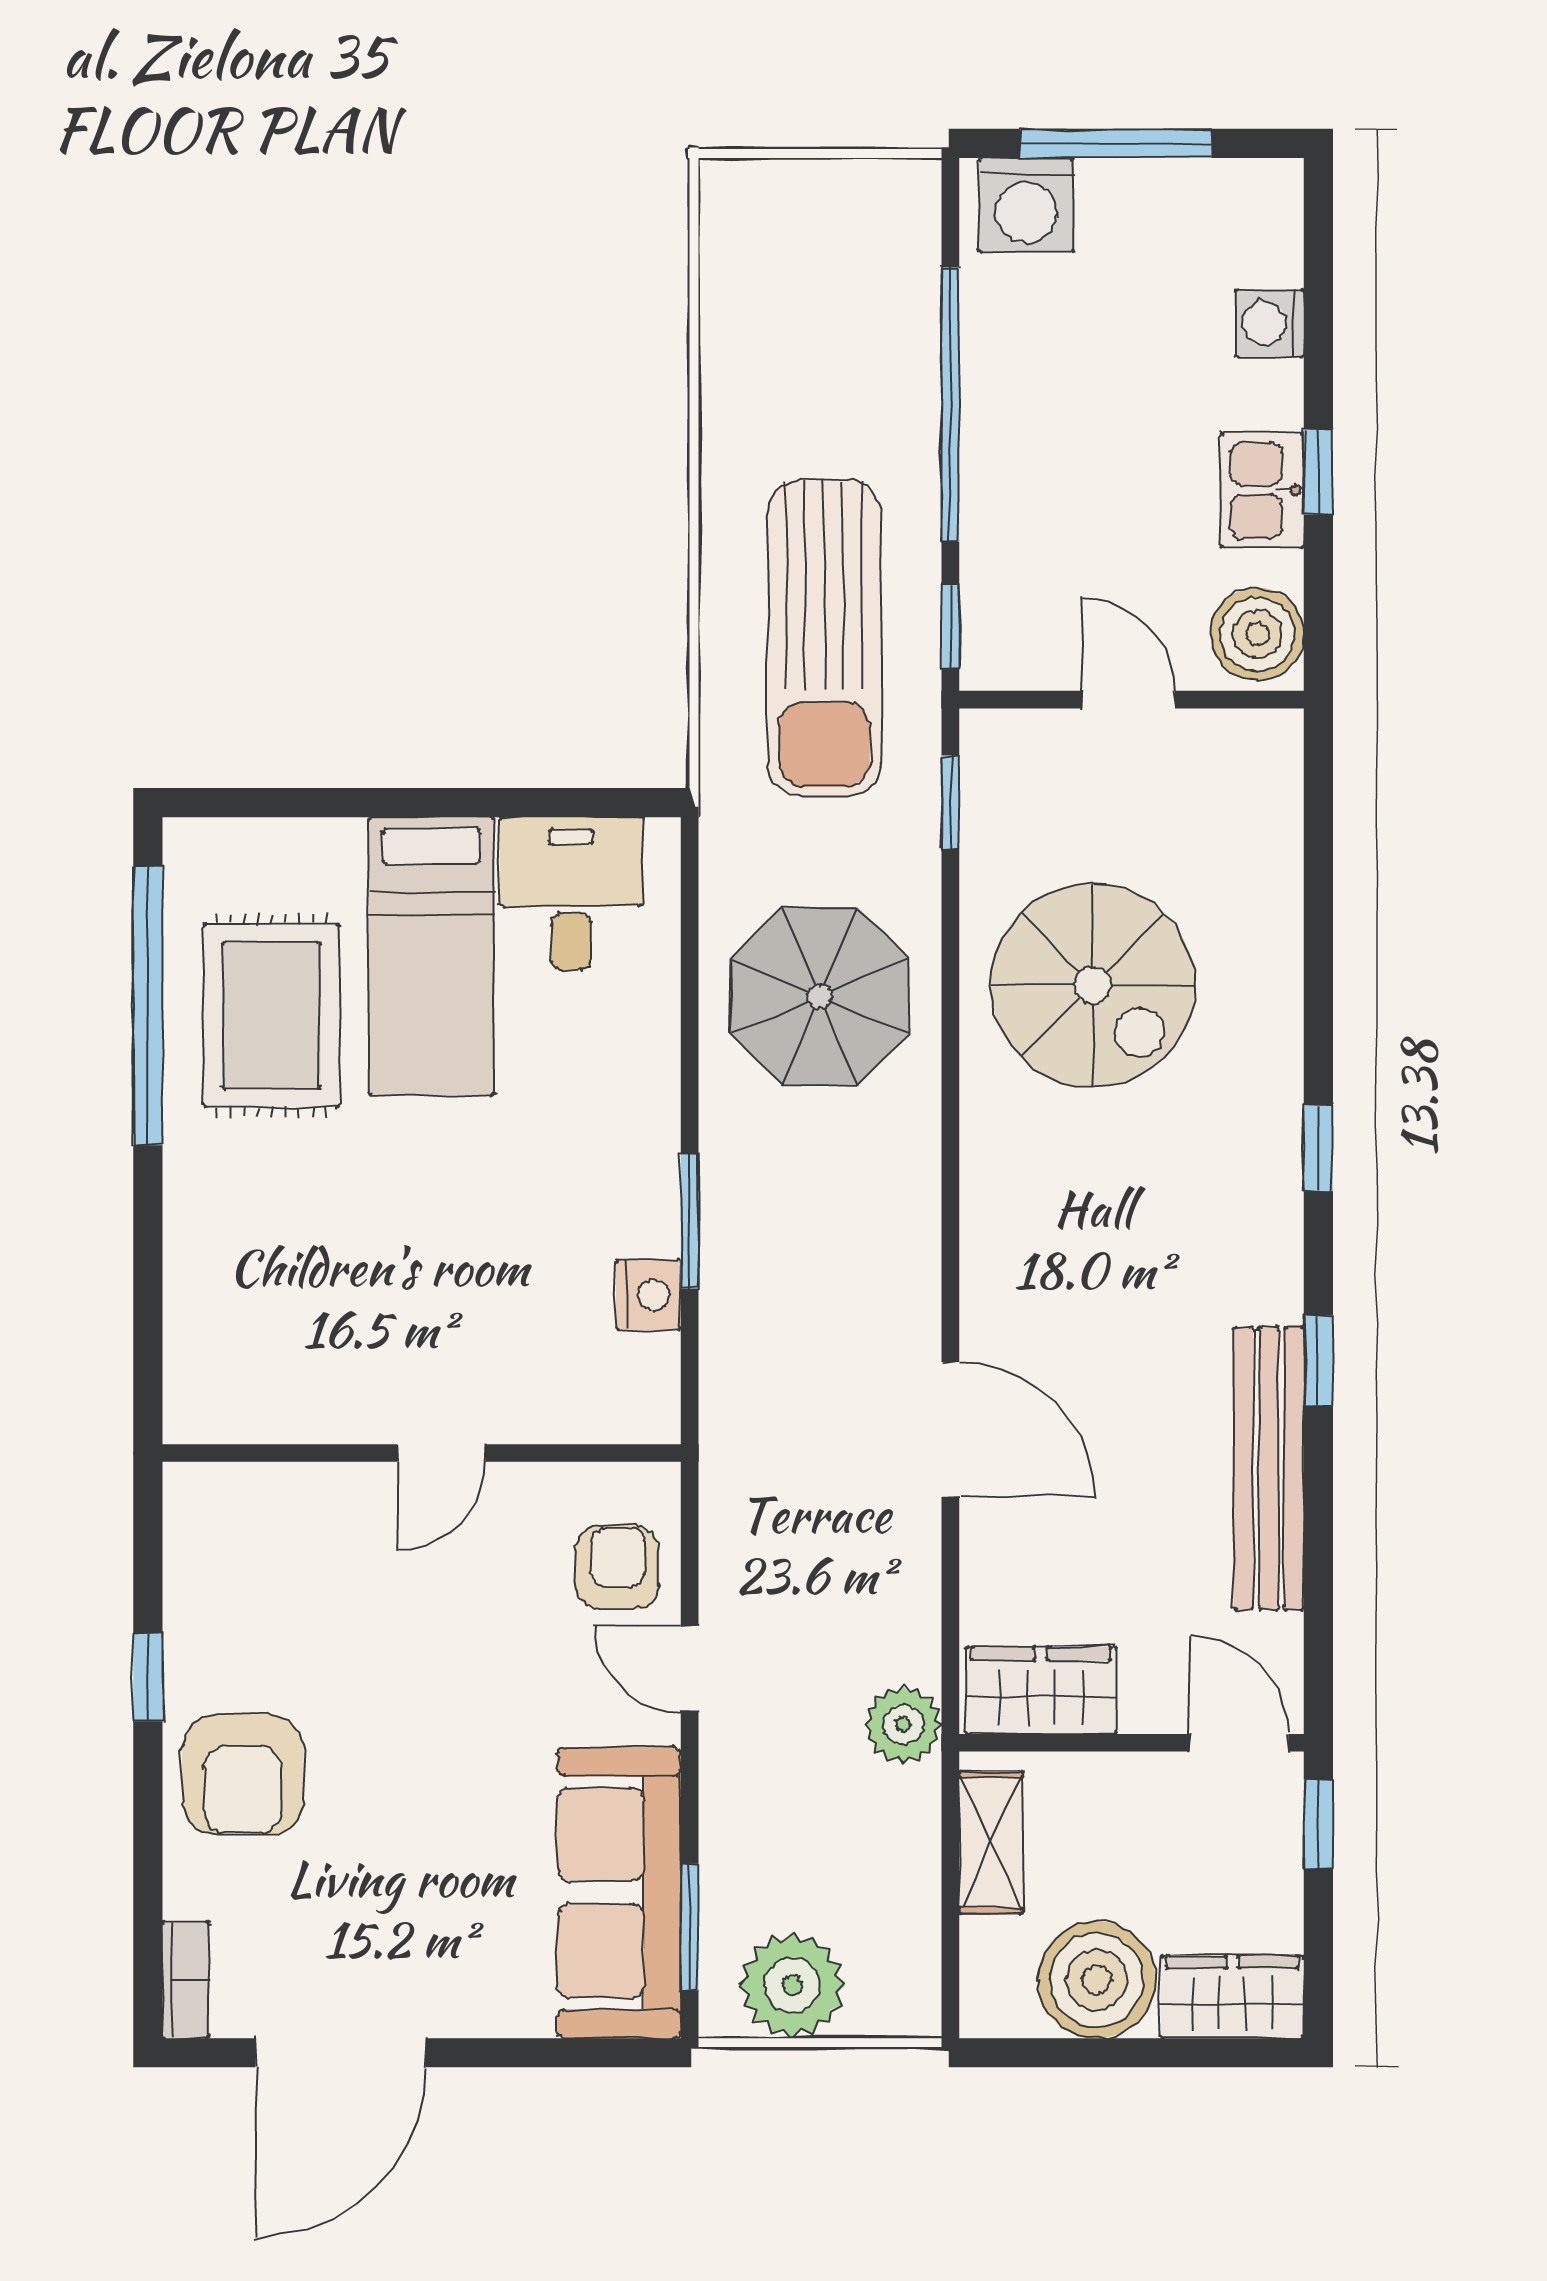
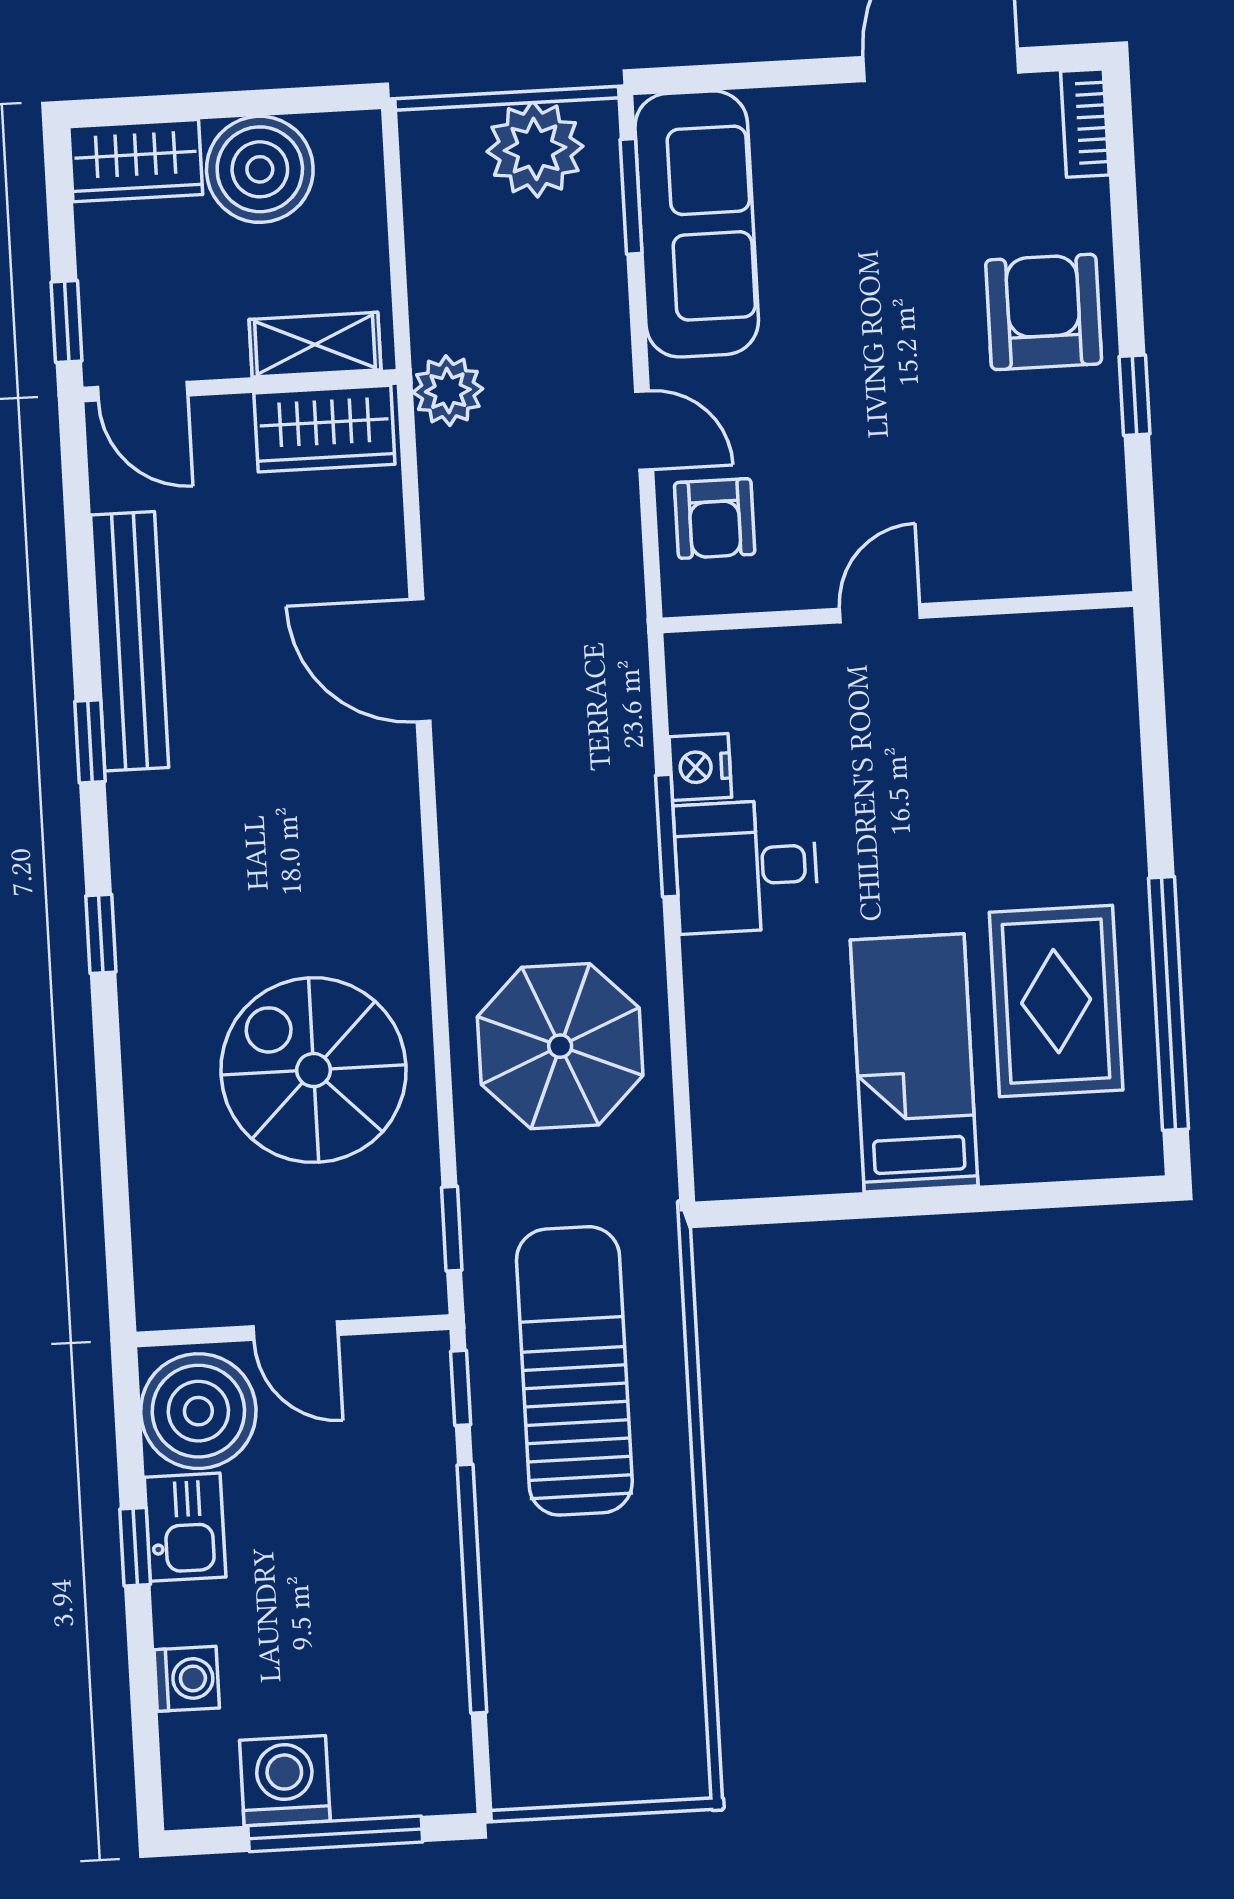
washing machine: (1026, 205) -> (285, 1781), moved
boiler: (1257, 634) -> (198, 1411), width x1.37, depth x1.37
desk: (571, 894) -> (746, 866), moved, turned 90
shelving: (991, 1843) -> (315, 345), moved, turned 90

